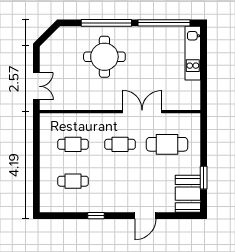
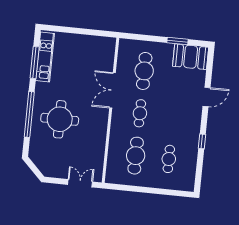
window: (164, 23) -> (35, 63), width x0.68
kitchen unit: (193, 53) -> (45, 57), moved, turned -90
cafe table: (73, 144) -> (136, 156), width x1.37, depth x1.35
door: (145, 216) -> (206, 97), hinge flipped

